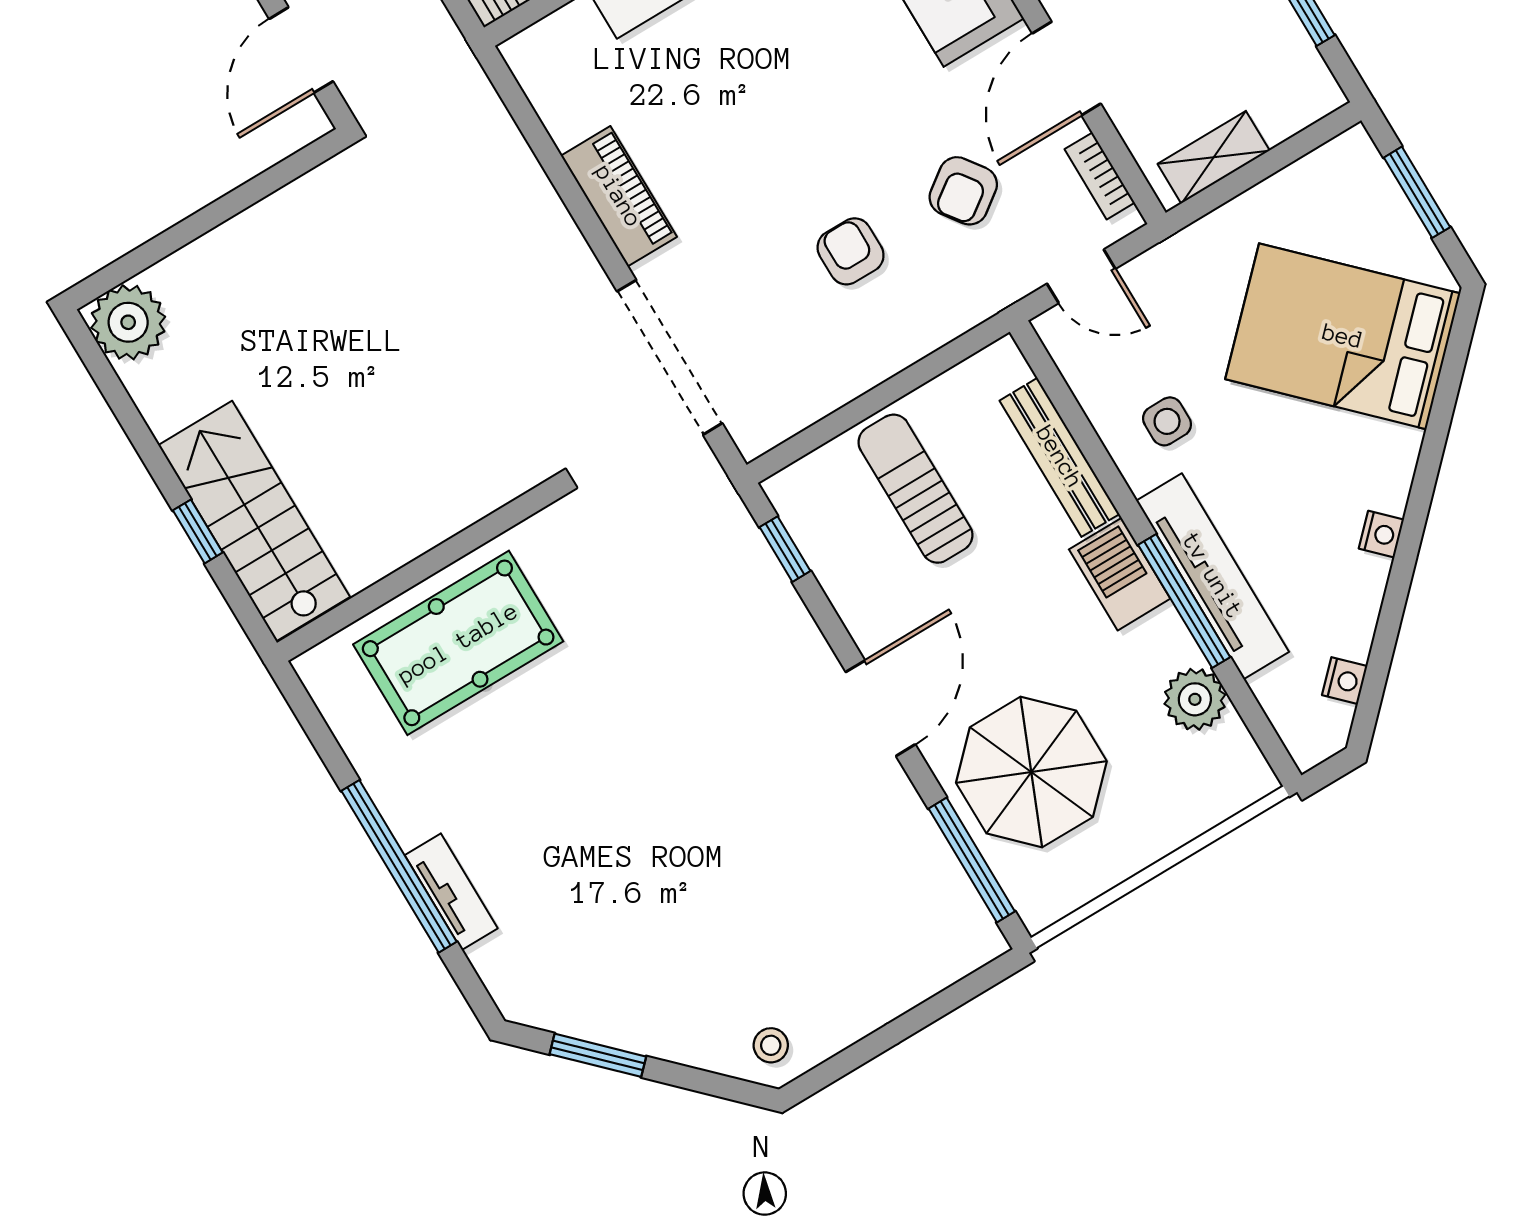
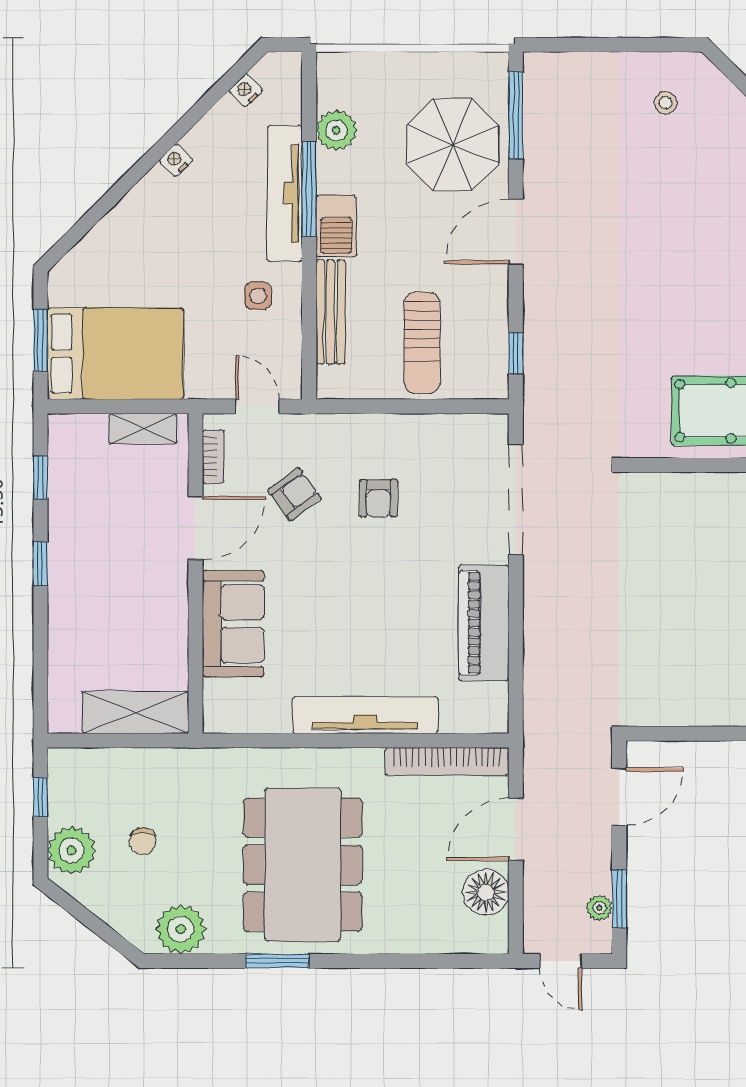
piano: (619, 196) -> (484, 623), width x1.37, depth x1.33
bed: (1343, 336) -> (115, 354), moved, turned -45
stool: (771, 1045) -> (665, 103), moved

